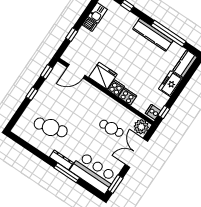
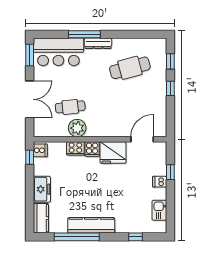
dishwasher: (90, 24) -> (160, 182), moved
window: (47, 72) -> (170, 61), moved
plant: (141, 127) -> (77, 128), moved

